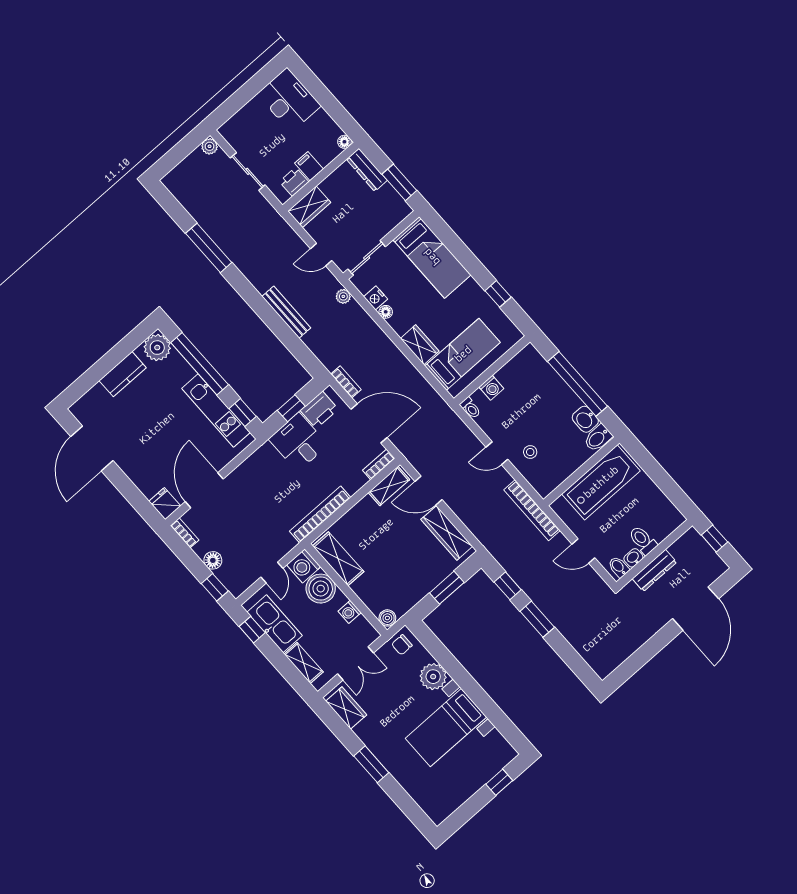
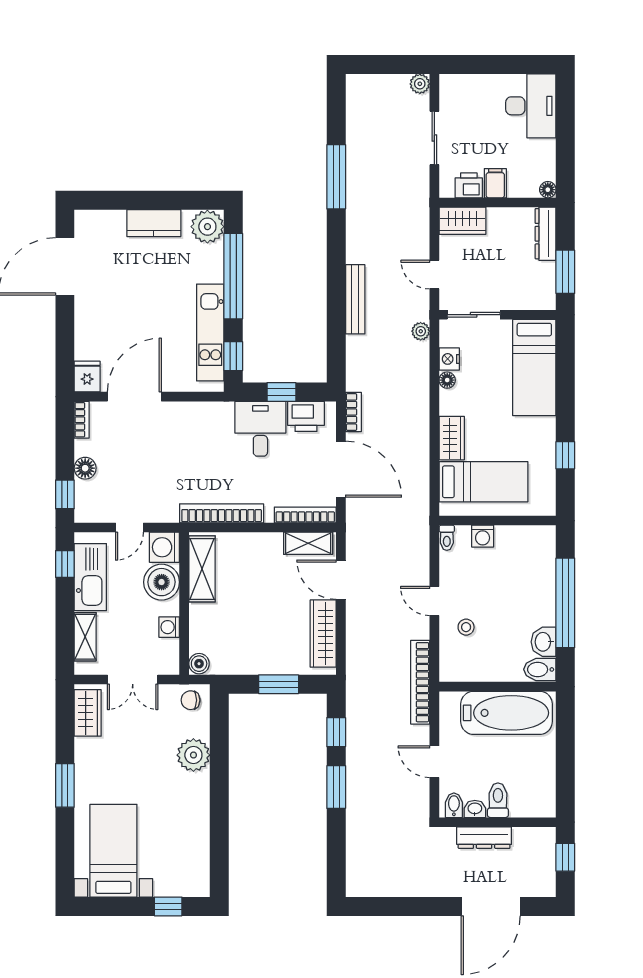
bookcase: (379, 464) -> (305, 515), width x1.56
bed with nightstands: (446, 728) -> (113, 851), moved, turned 90

